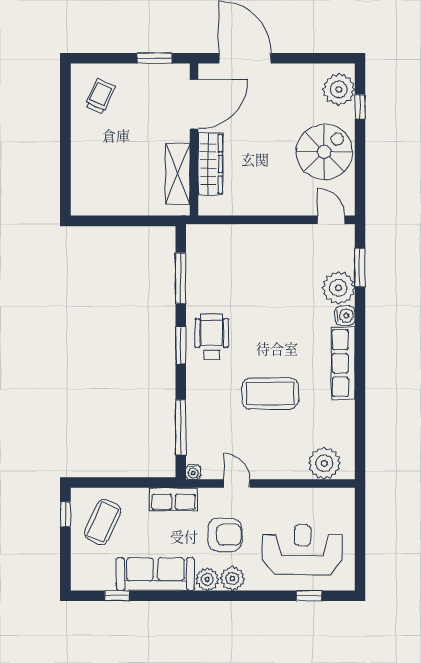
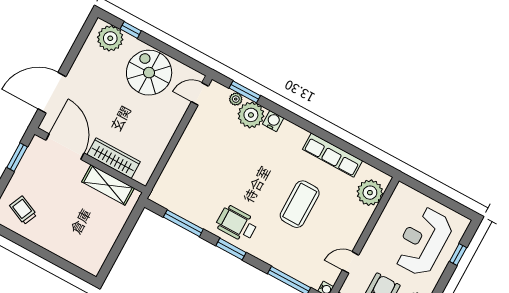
plant: (347, 262) -> (236, 99), added
row of seats: (343, 363) -> (333, 155), moved

